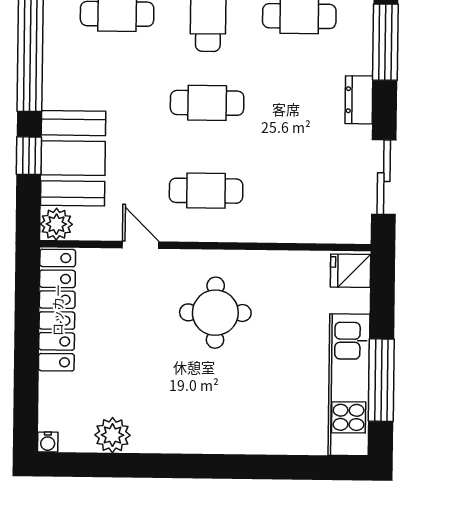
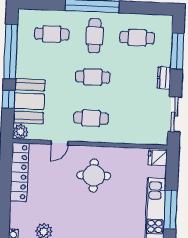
door: (141, 245) -> (60, 143), swing flipped

